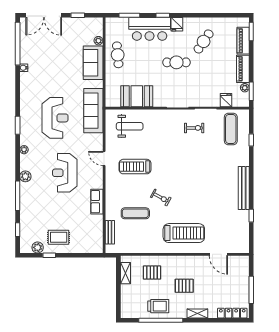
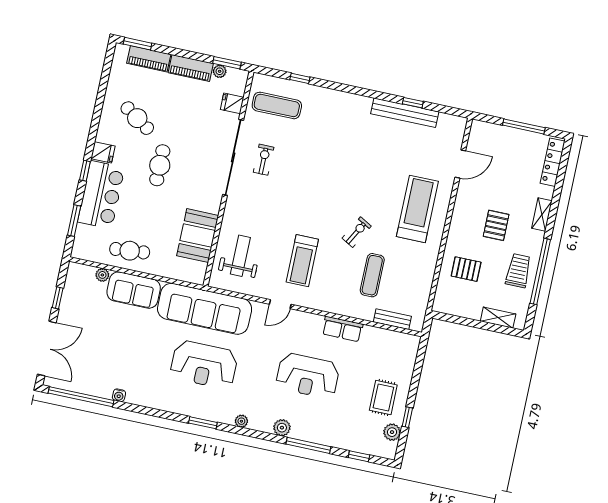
sofa: (93, 111) -> (205, 309), width x1.36, depth x1.27
reception desk: (55, 118) -> (204, 365), turned 180
reception desk: (65, 173) -> (308, 376), moved
bench: (244, 188) -> (405, 113), moved
shelving: (125, 273) -> (498, 318), moved
pallet: (152, 273) -> (466, 269), turned 90

